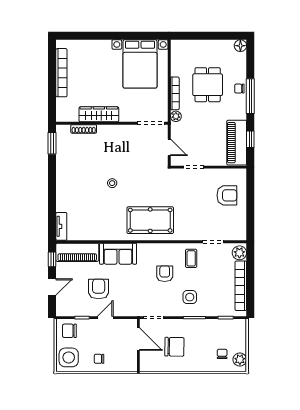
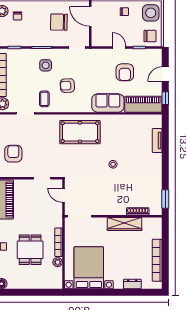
dresser: (90, 45) -> (132, 284), added
plant: (176, 116) -> (58, 262), moved
armchair: (227, 195) -> (13, 154), turned 90
tv unit: (61, 226) -> (157, 141), moved
armchair: (165, 274) -> (67, 86), turned 87
door: (105, 318) -> (119, 47), swing flipped
door: (138, 339) -> (90, 16), moved

